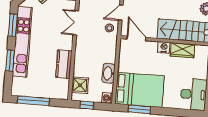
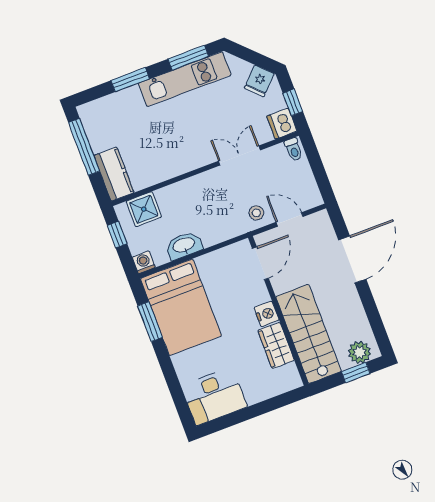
kitchen unit: (22, 42) -> (185, 79), width x0.73
kitchen counter: (64, 64) -> (114, 174), moved, turned 90

